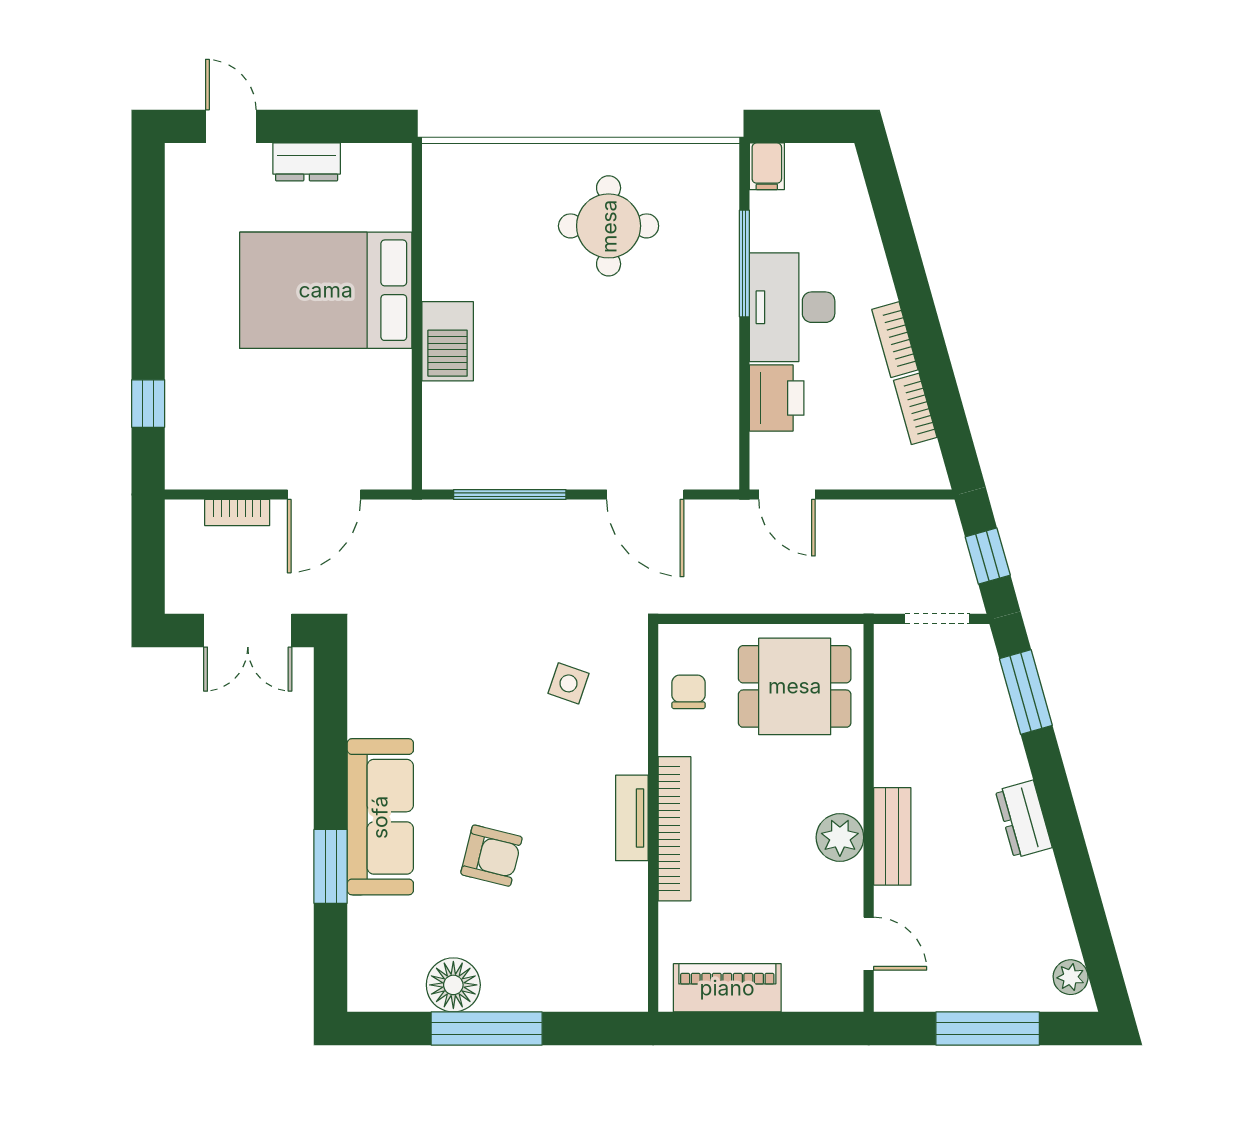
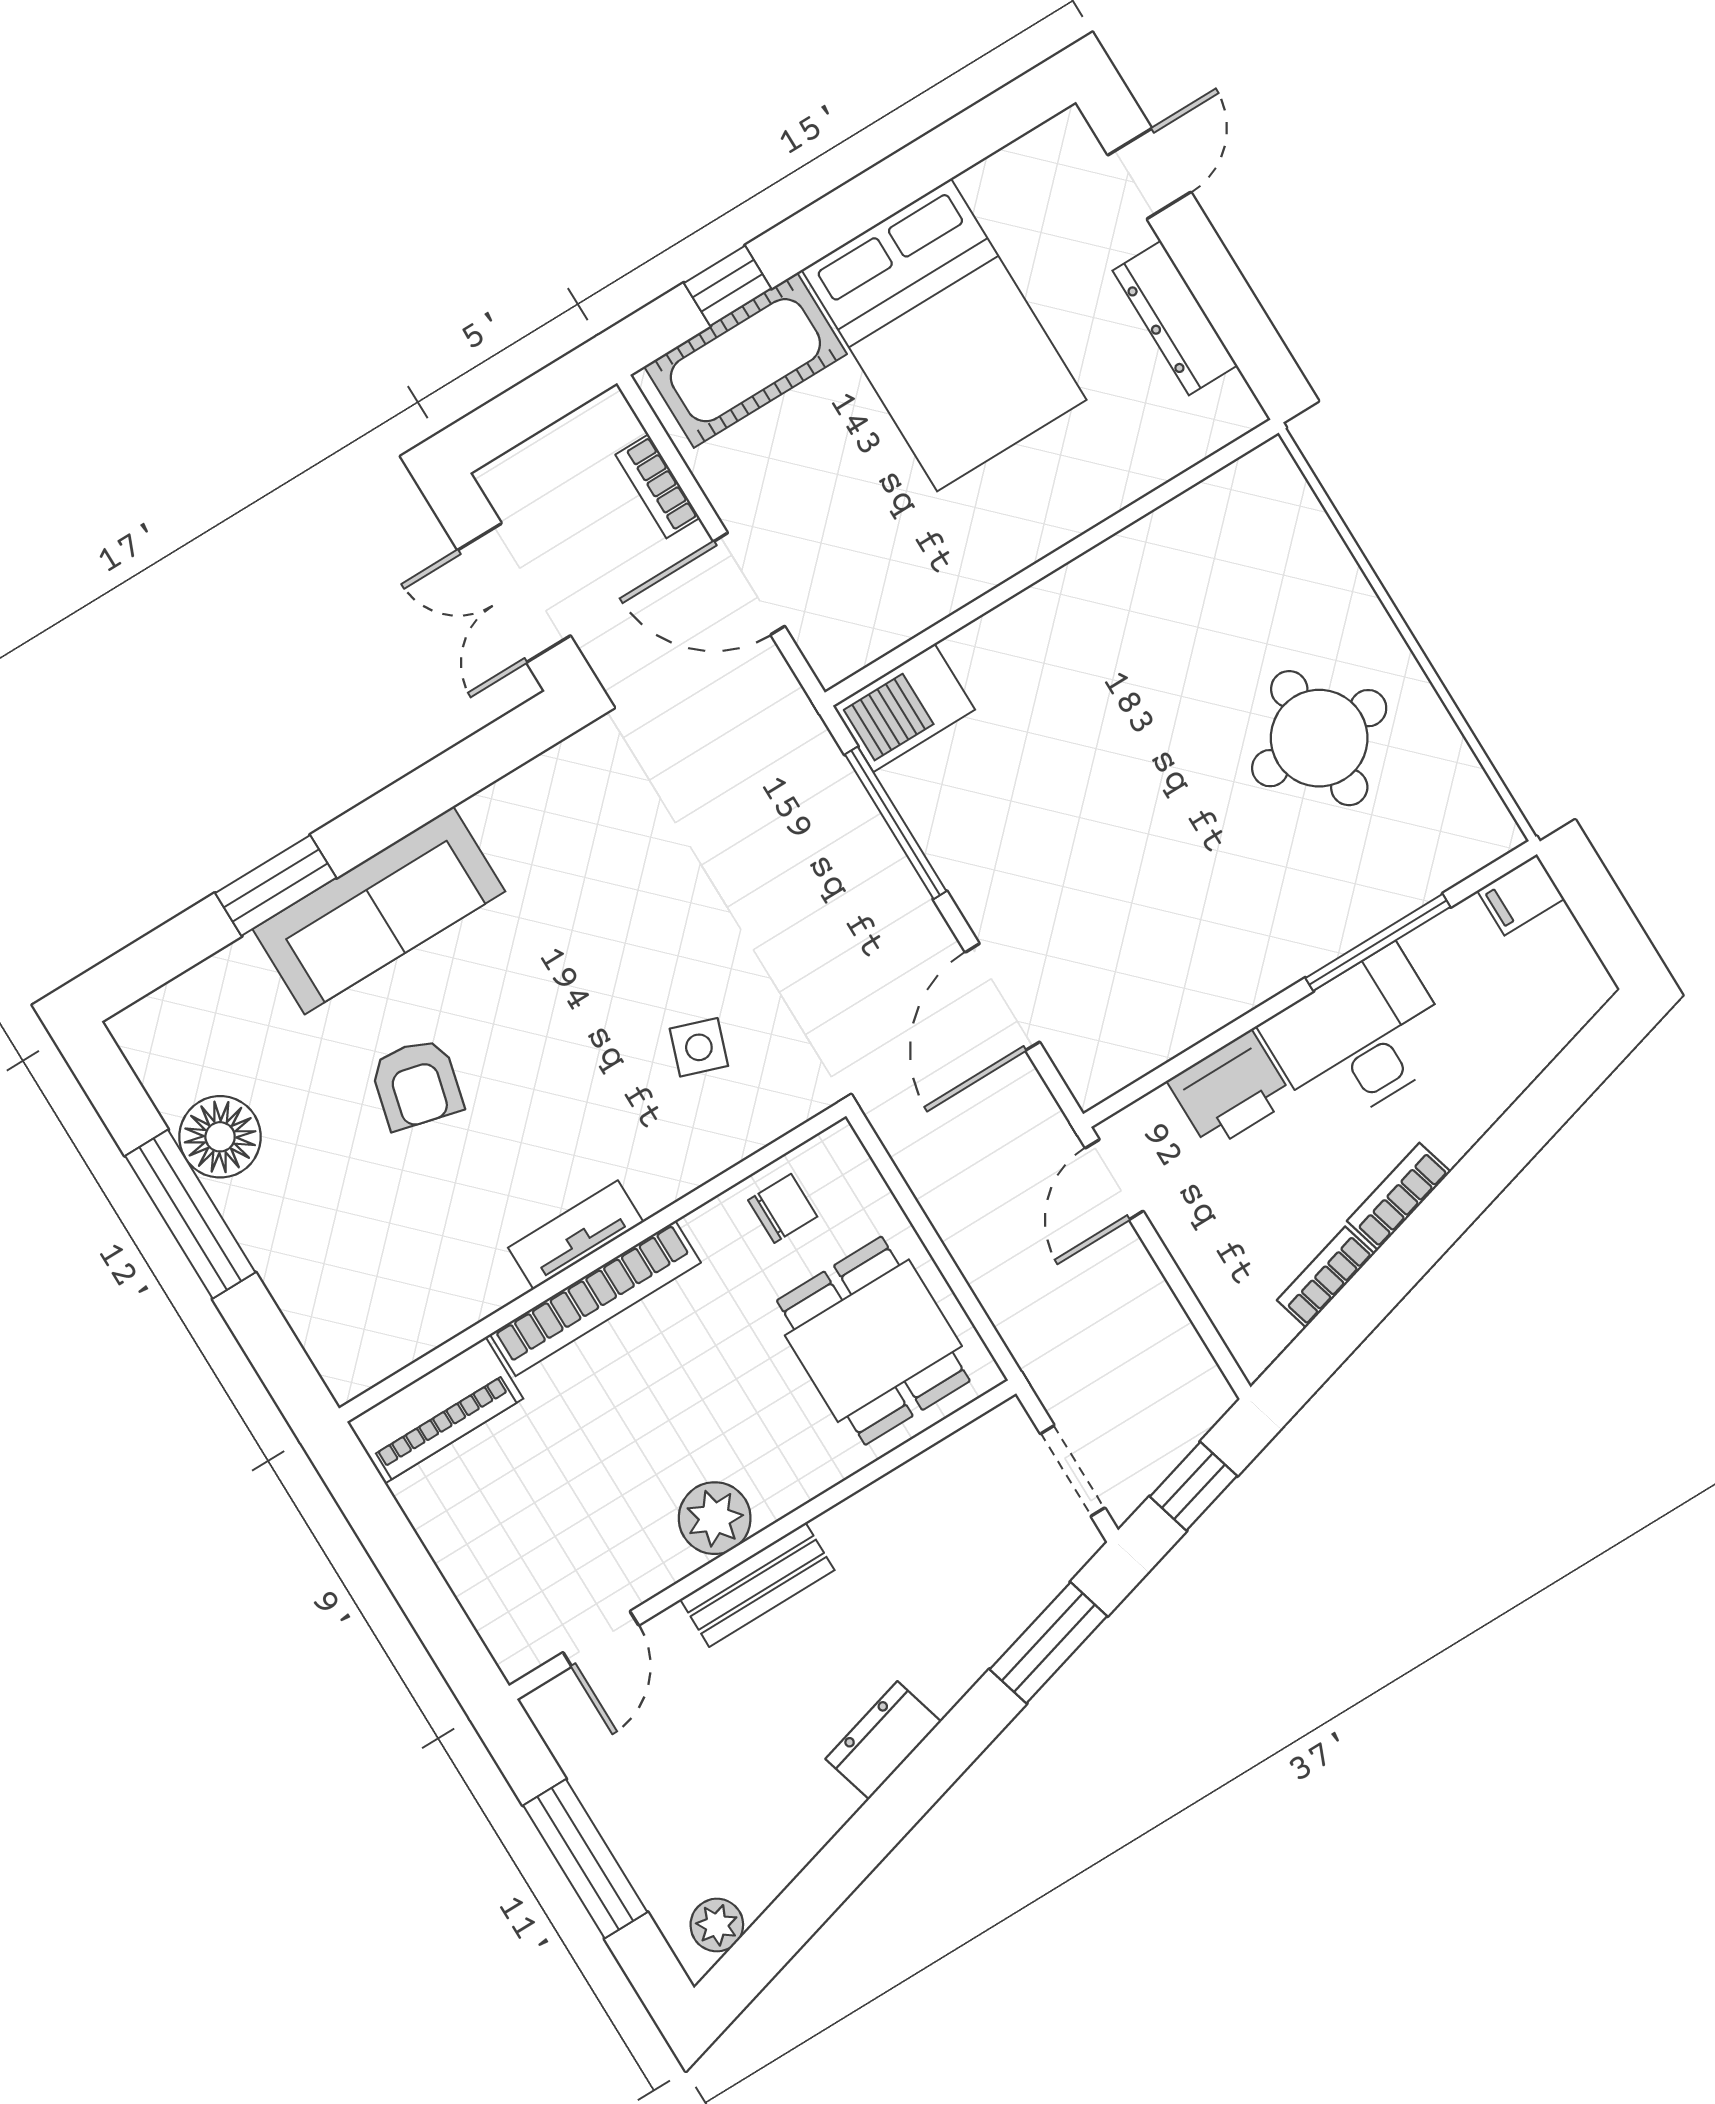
dresser: (307, 162) -> (1175, 318), width x1.44
bed: (326, 290) -> (944, 335), moved, turned 180
barbecue: (448, 341) -> (904, 708), moved
cot: (196, 419) -> (745, 360), added
piano: (727, 988) -> (435, 1410), moved, turned 90

